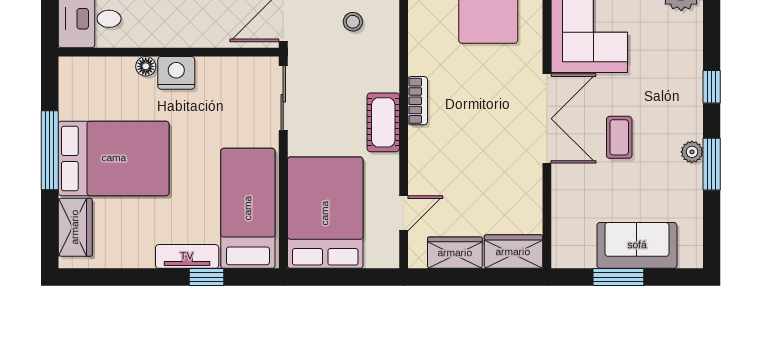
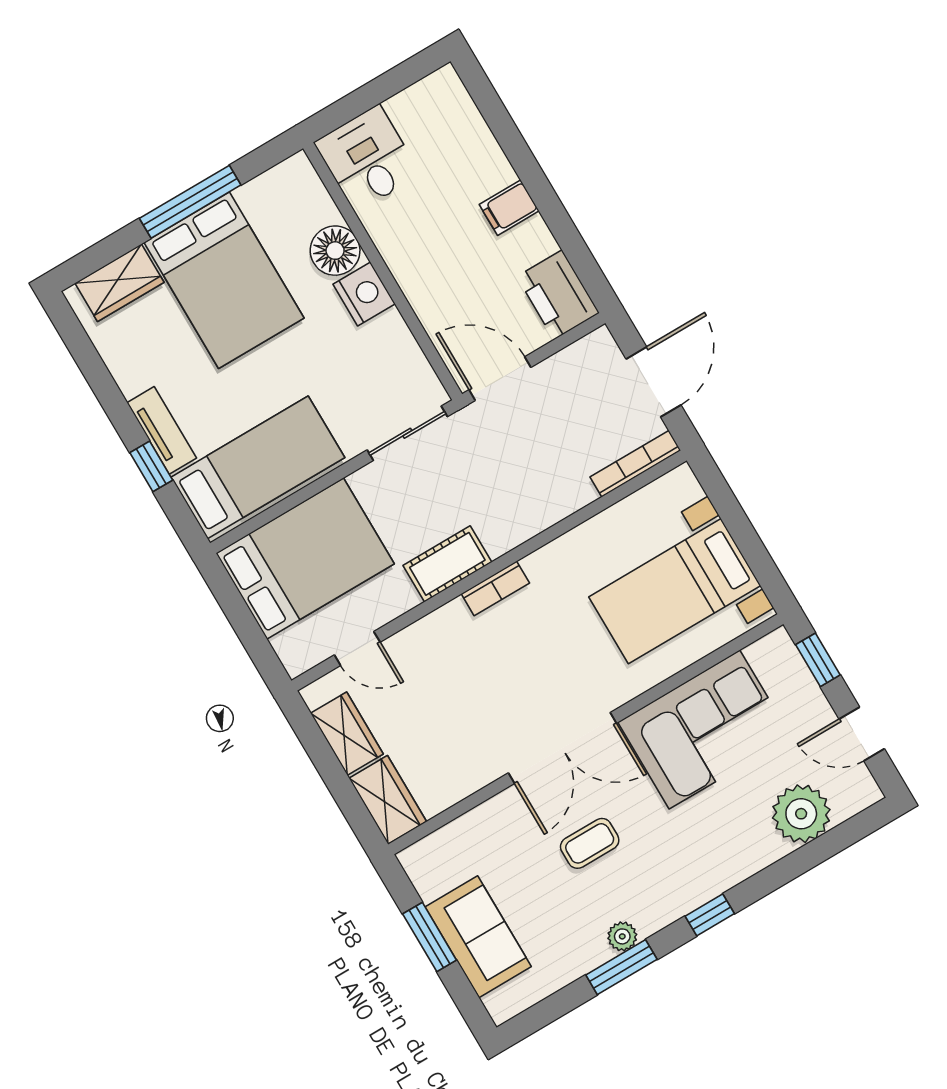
stool: (353, 22) -> (542, 461), removed
floor lamp: (146, 66) -> (335, 251), width x1.89, depth x1.89

